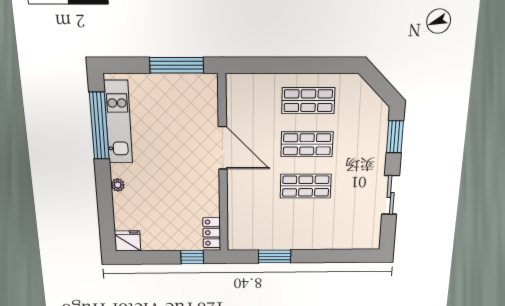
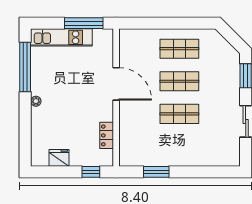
kitchen unit: (118, 122) -> (61, 37), moved, turned 90
plant: (118, 185) -> (36, 101), moved
locker: (212, 233) -> (107, 135), moved
fridge: (128, 241) -> (59, 158), moved

